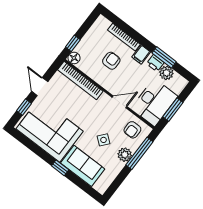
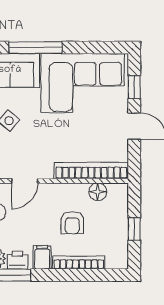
window: (73, 43) -> (134, 229), moved
floor lamp: (74, 58) -> (98, 192), moved
window: (60, 168) -> (35, 48), width x2.17

